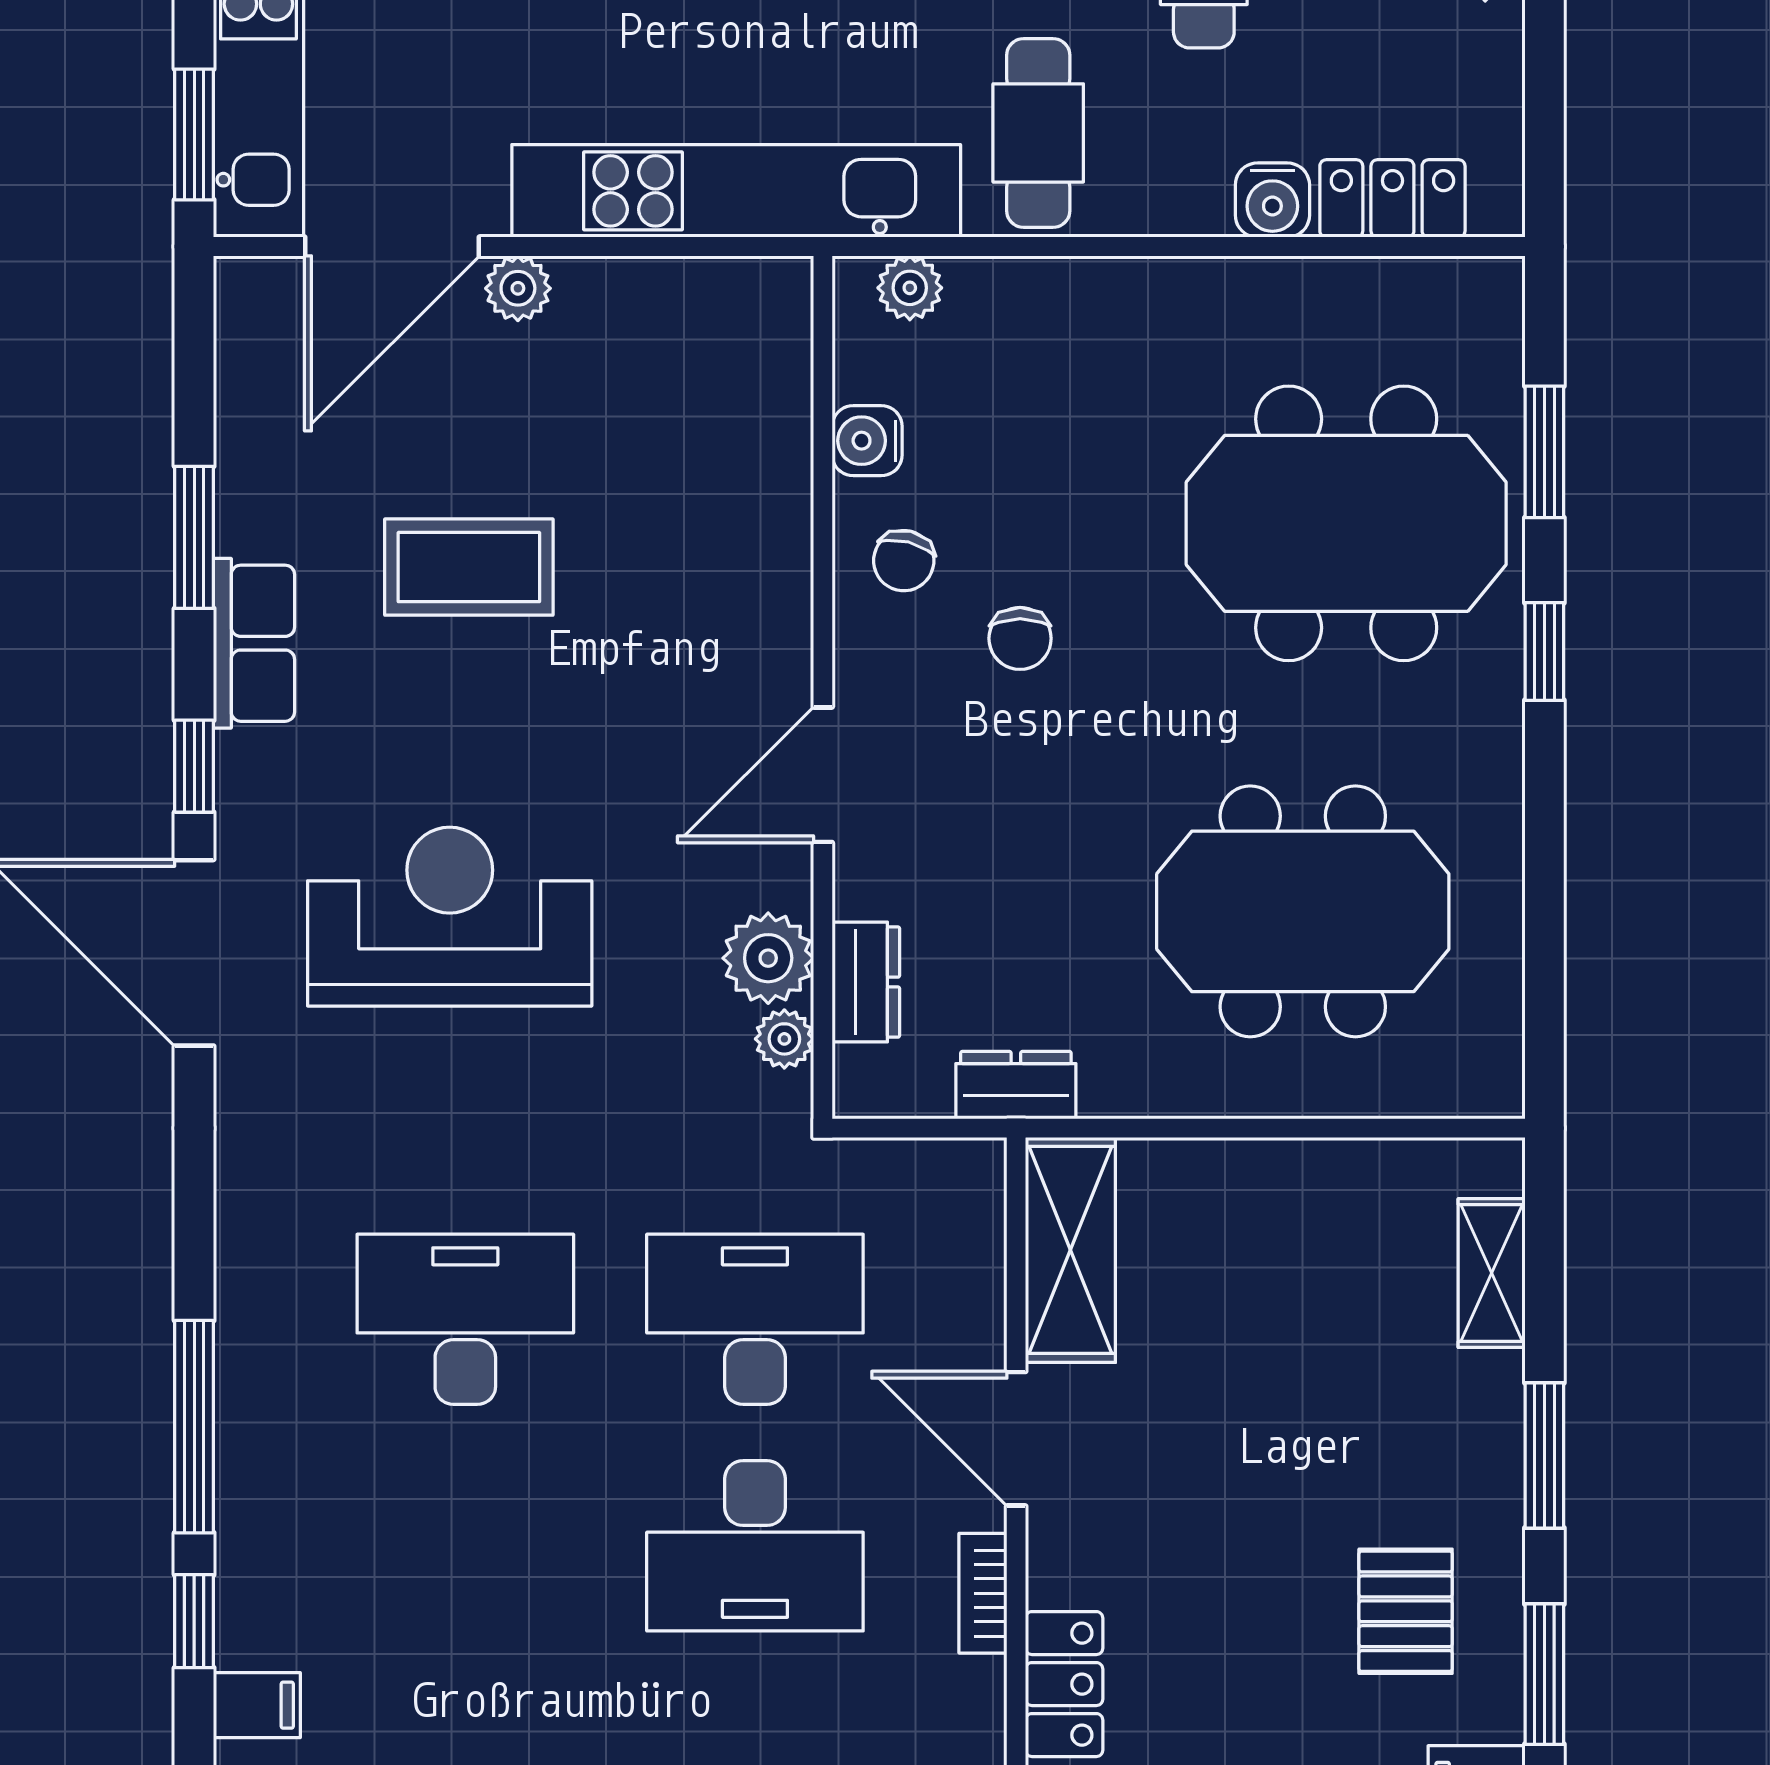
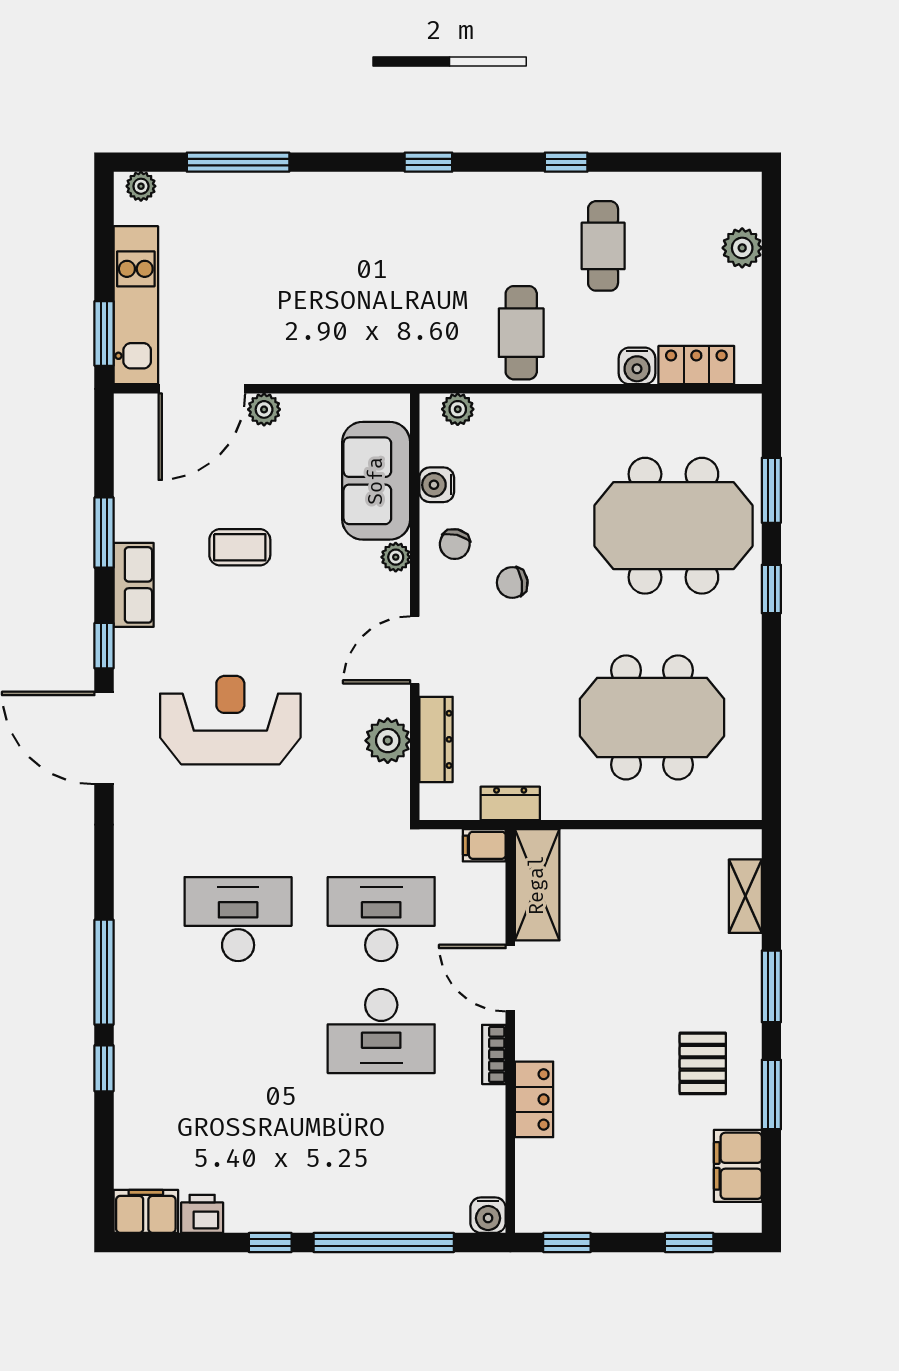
kitchen unit: (736, 191) -> (372, 361), removed
sofa: (745, 433) -> (376, 481), added
coffee table: (469, 567) -> (240, 547), width x0.73, depth x0.77
chair: (1020, 638) -> (512, 583), turned 81
dresser: (866, 982) -> (436, 739), width x1.44
plant: (784, 1039) -> (396, 557), moved
filing cabinet: (257, 1705) -> (484, 845), moved, turned 180

